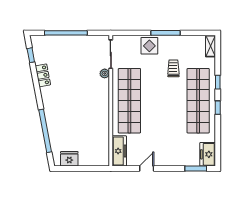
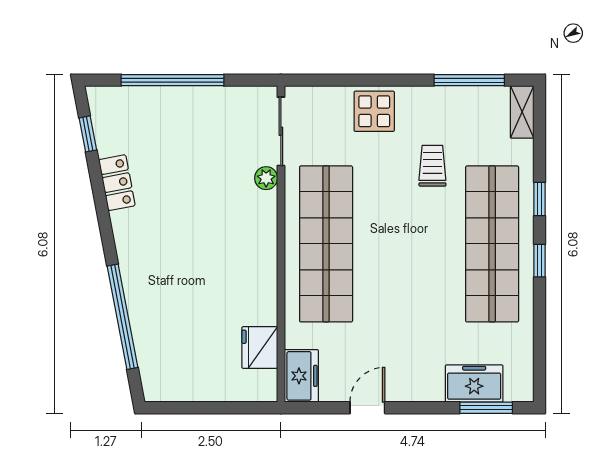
window: (166, 33) -> (469, 80), moved
freezer: (119, 151) -> (301, 376), width x0.71
freezer: (208, 154) -> (474, 384), moved, turned 90
fridge: (69, 159) -> (260, 348), moved, turned -90

